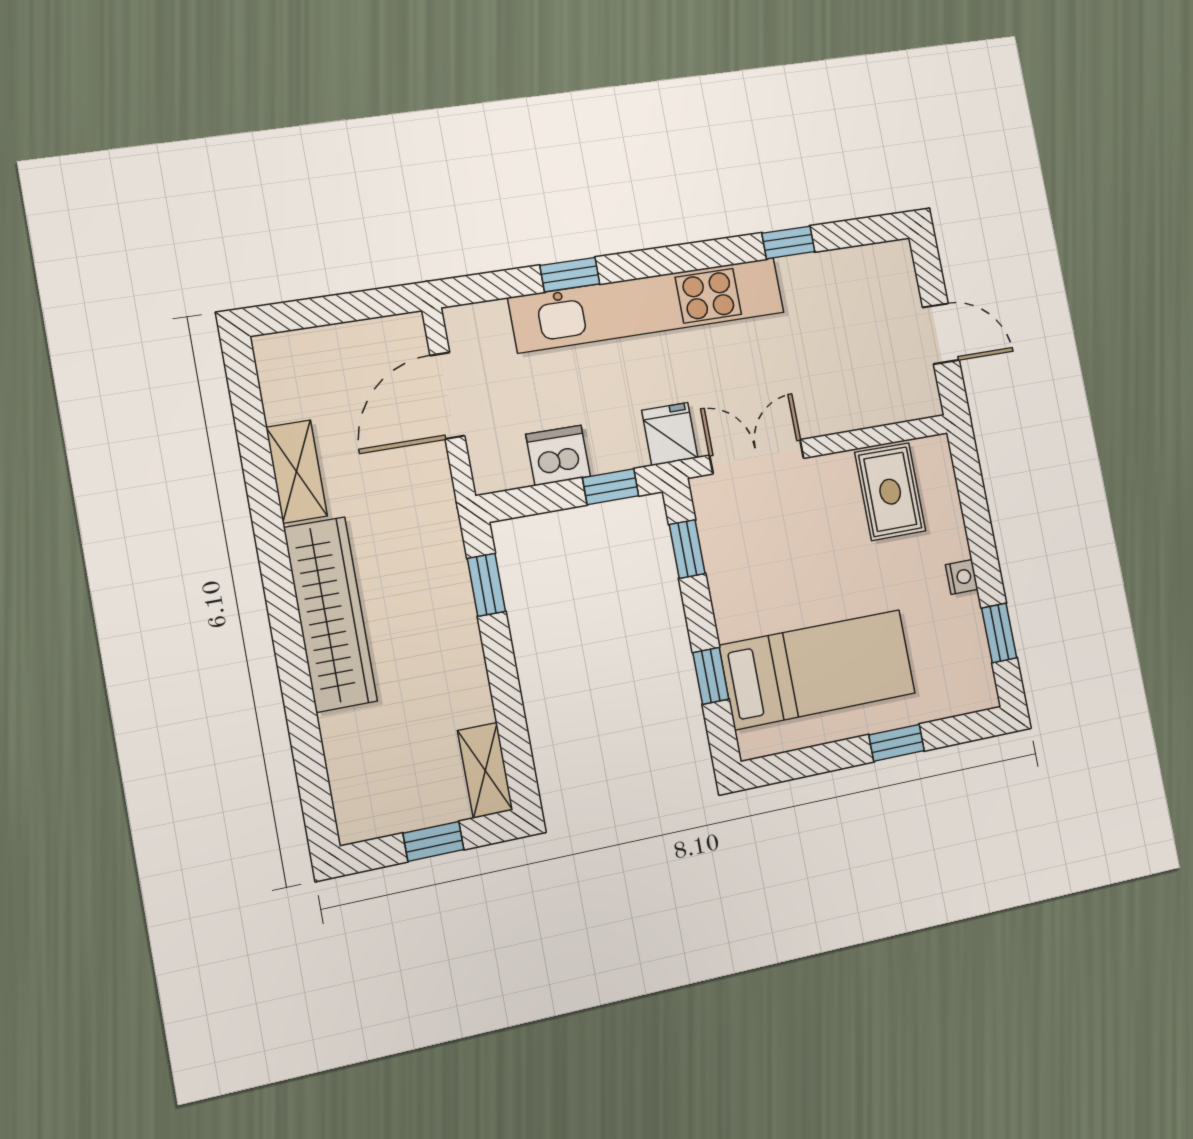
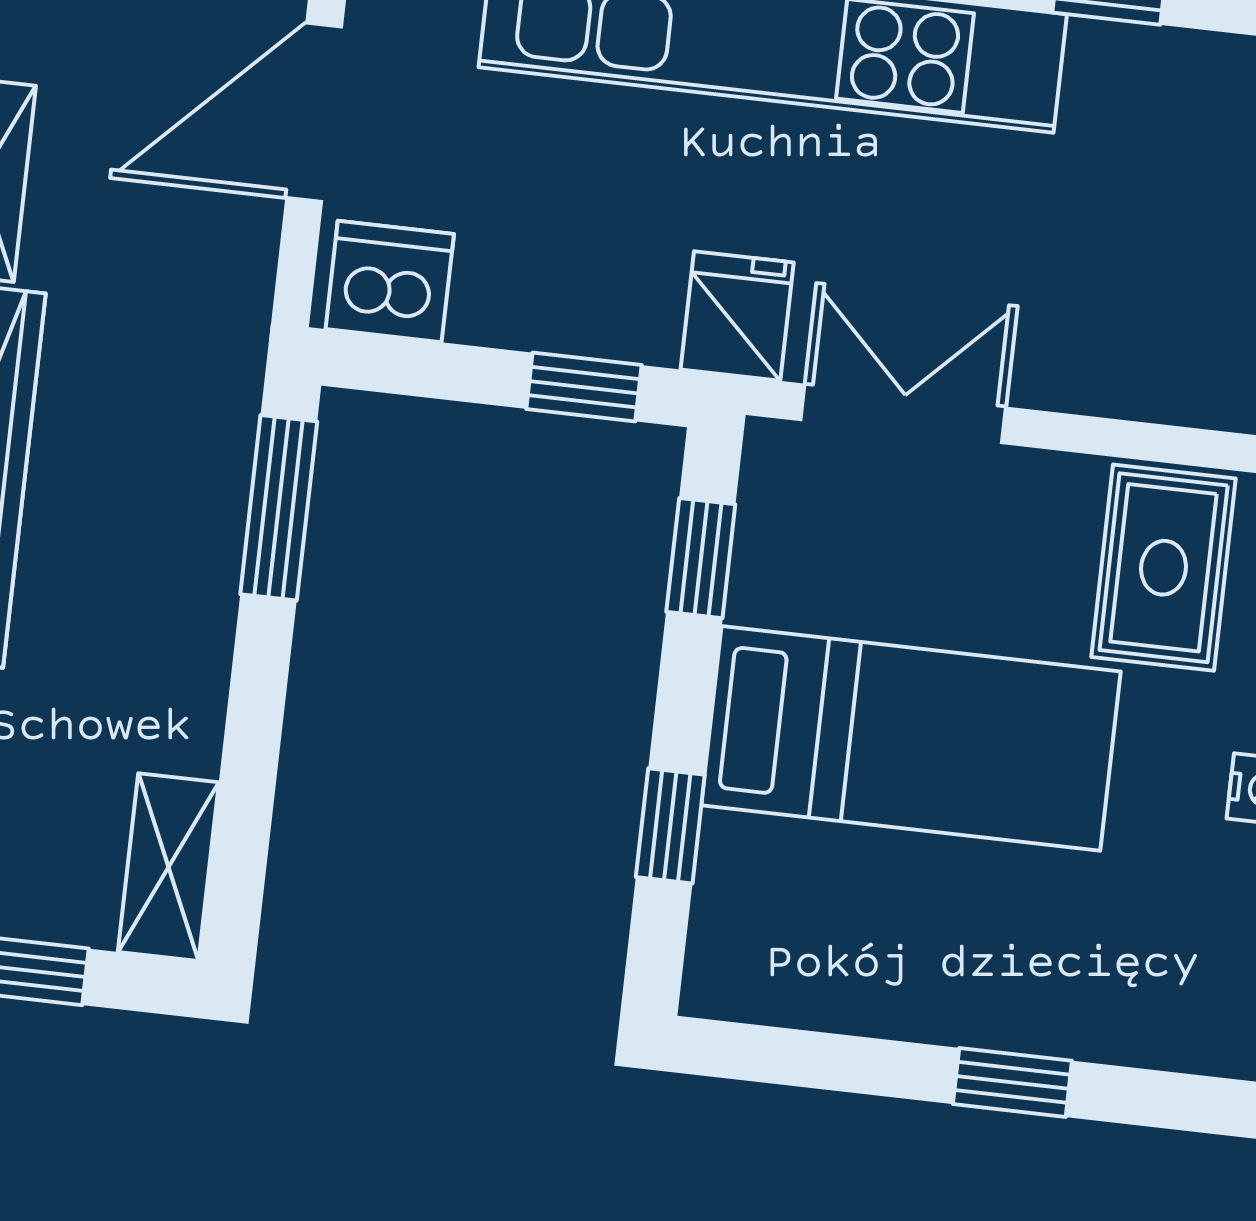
dishwasher: (558, 455) -> (390, 282), moved
window: (486, 585) -> (279, 508), width x1.50
bed: (818, 669) -> (911, 738), moved

